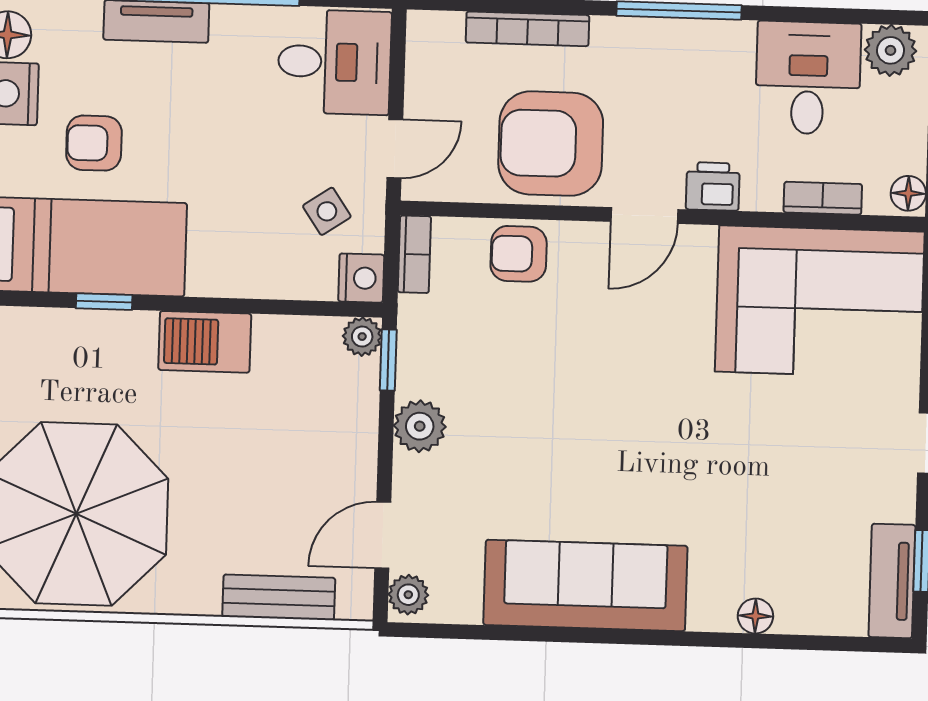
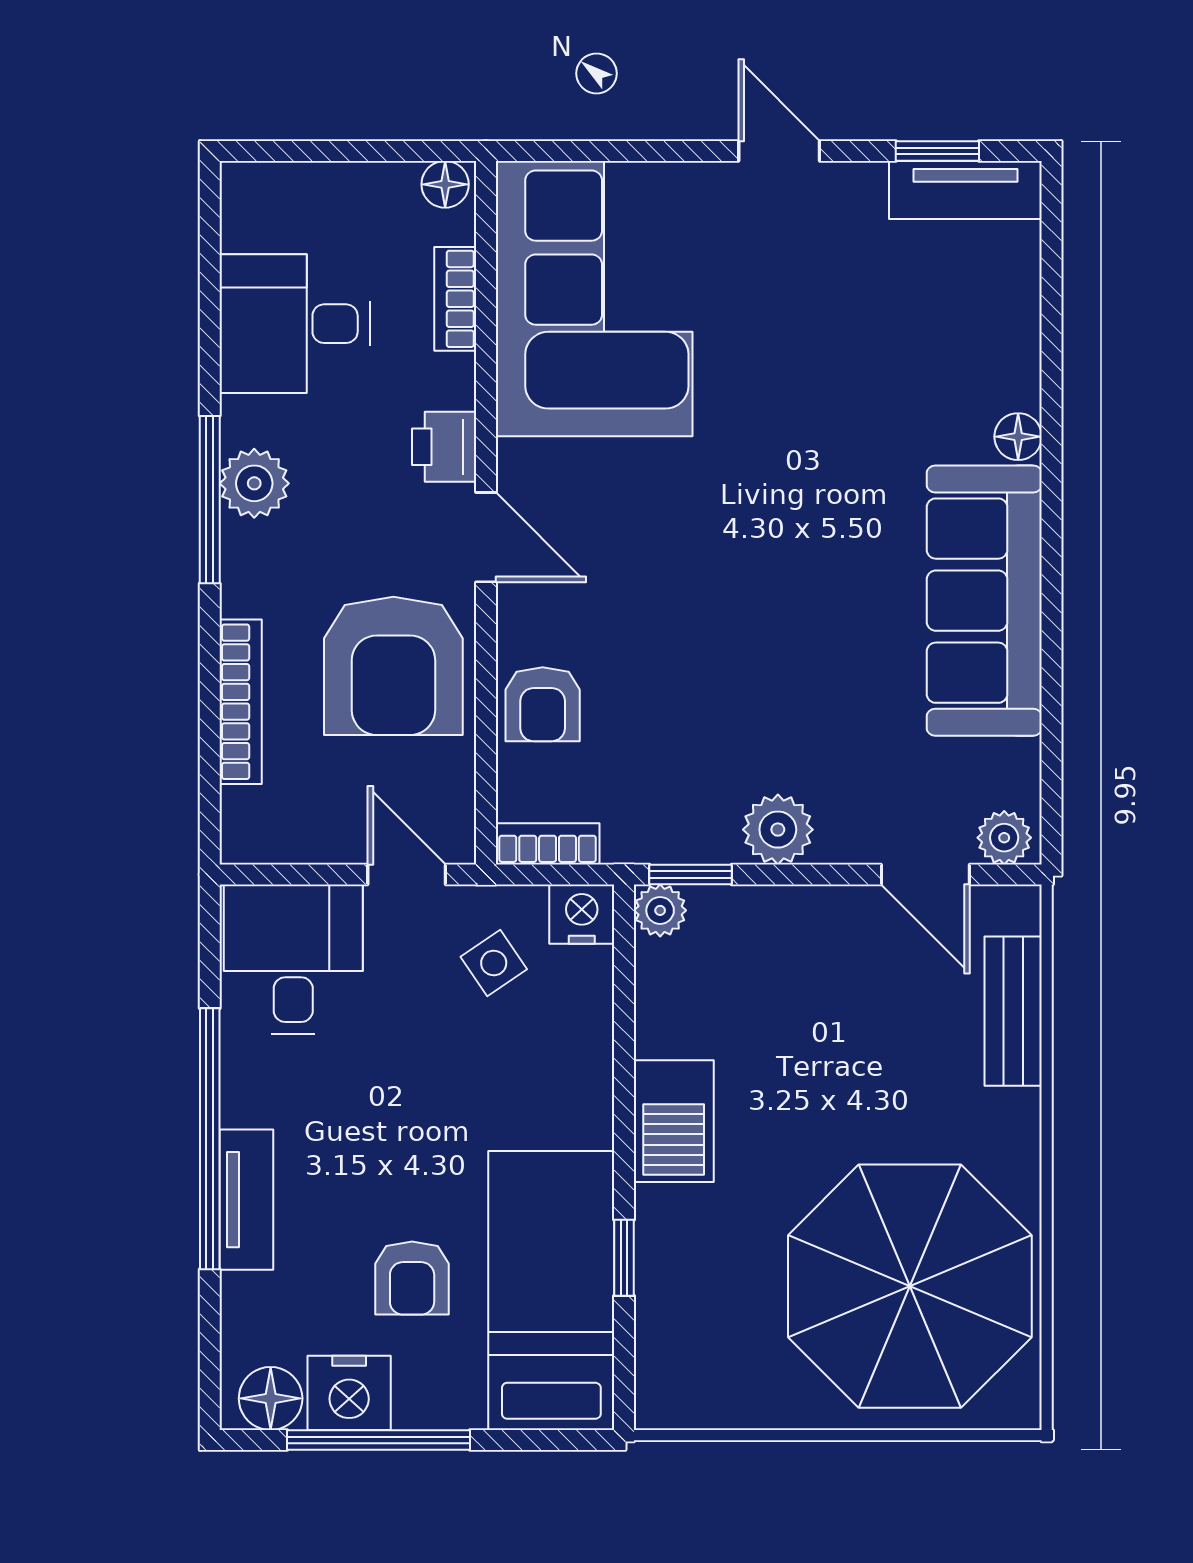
plant: (891, 50) -> (254, 483), moved
floor lamp: (755, 616) -> (1018, 437), moved

